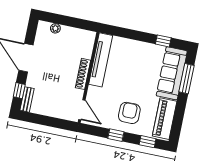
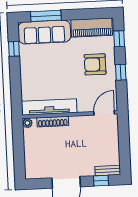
plant: (55, 28) -> (27, 123), moved
shoe rack: (83, 74) -> (53, 122), moved

